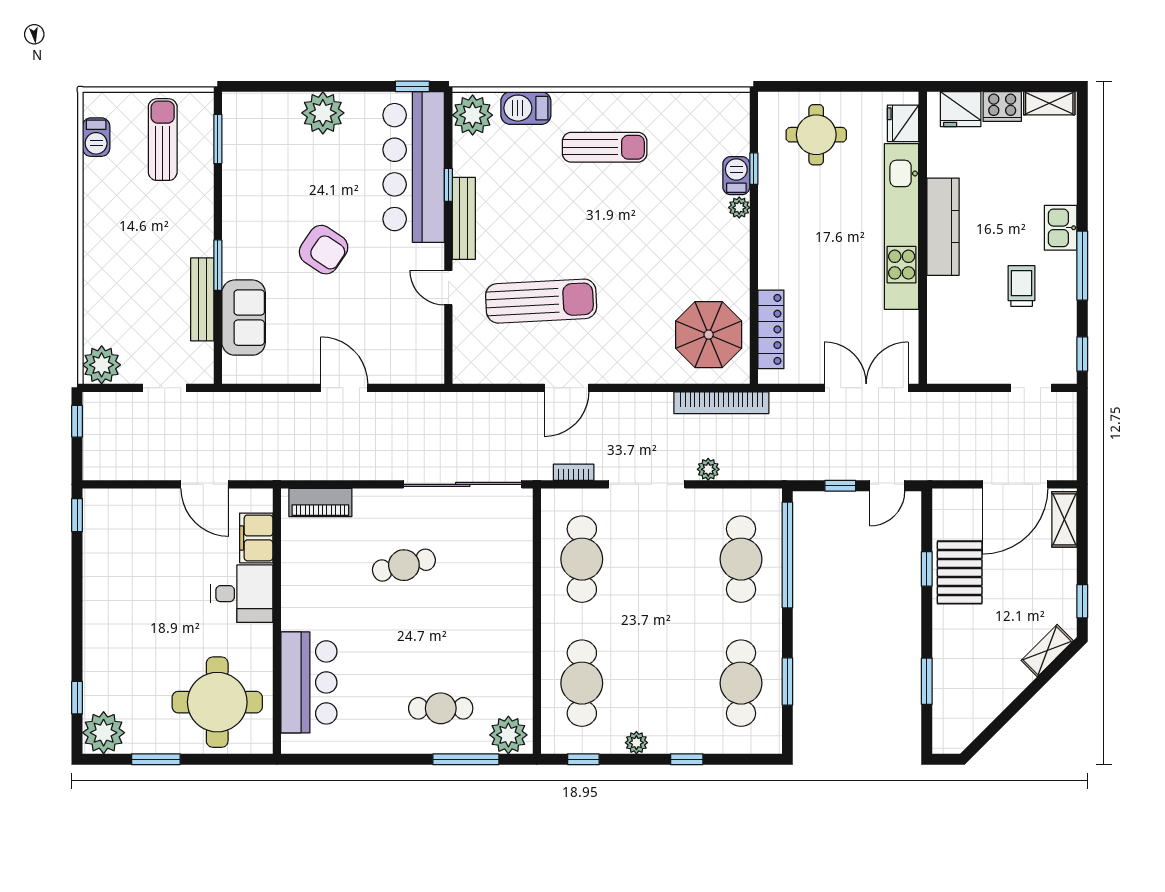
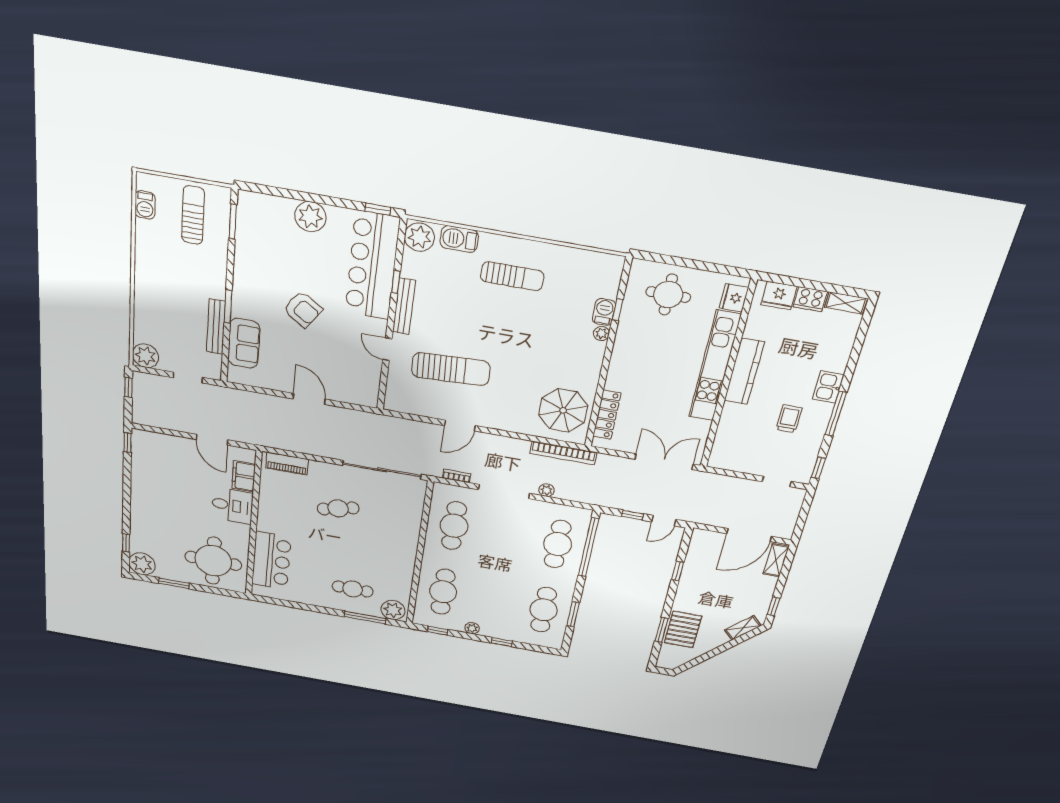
pallet: (960, 572) -> (683, 629), moved

